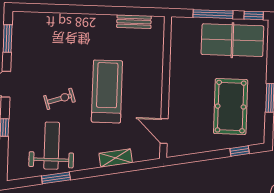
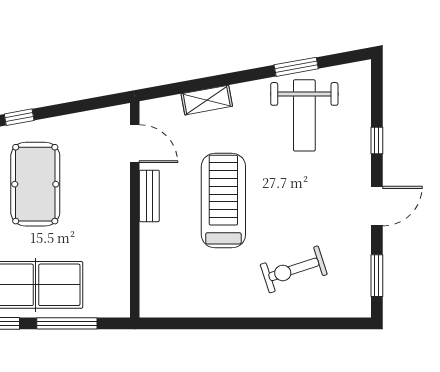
bench: (134, 22) -> (149, 196), moved, turned 90
treadmill: (107, 91) -> (223, 201), turned 180
exercise bike: (59, 99) -> (294, 269), moved, width x1.38, depth x1.39

